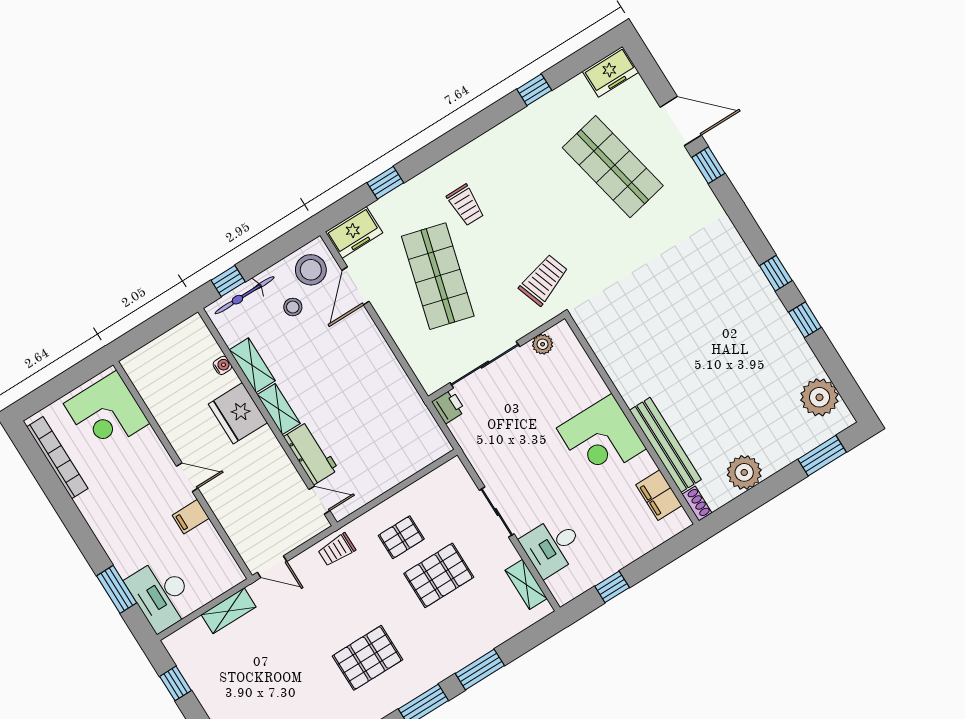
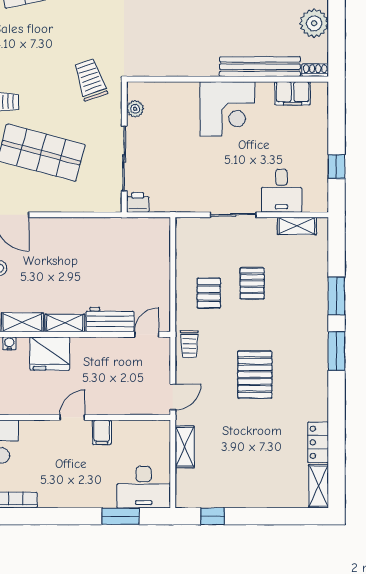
pallet: (439, 575) -> (252, 283), width x0.67, depth x0.71
pallet: (367, 658) -> (255, 375), moved

